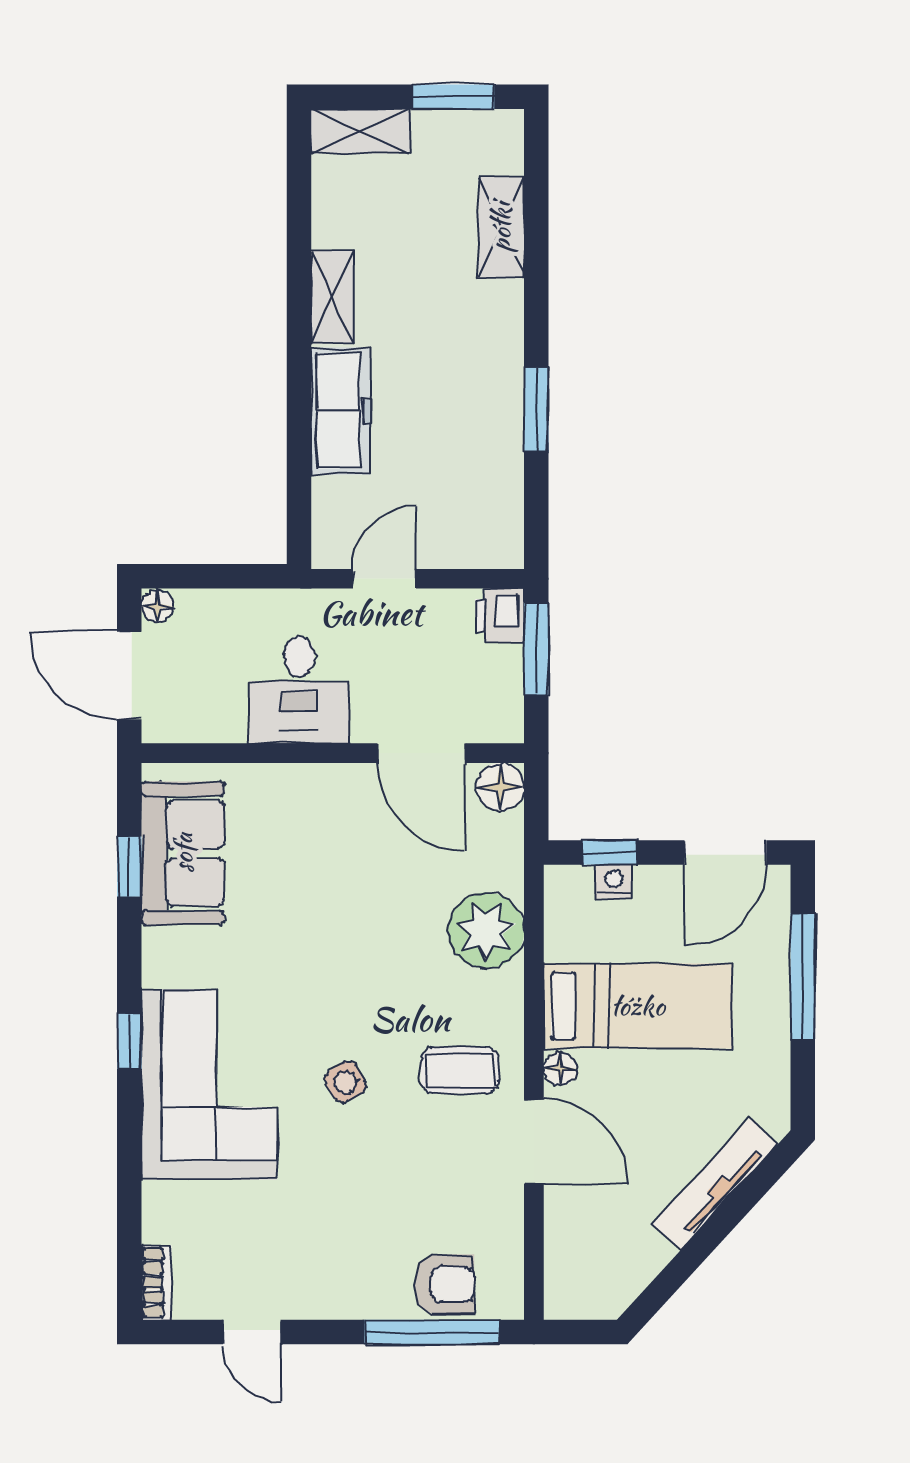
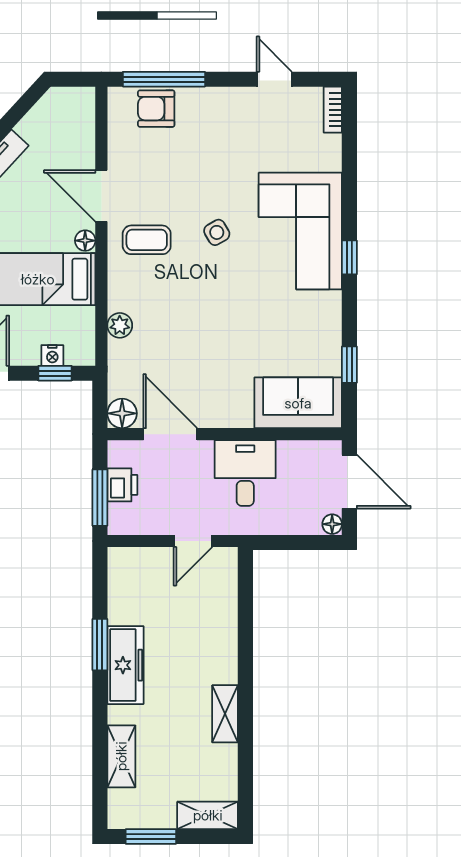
freezer: (341, 411) -> (125, 665), moved, turned 180
printer: (500, 615) -> (122, 485), moved
sofa: (183, 853) -> (298, 403), moved, turned 90
plant: (486, 931) -> (120, 325), width x0.53, depth x0.53

